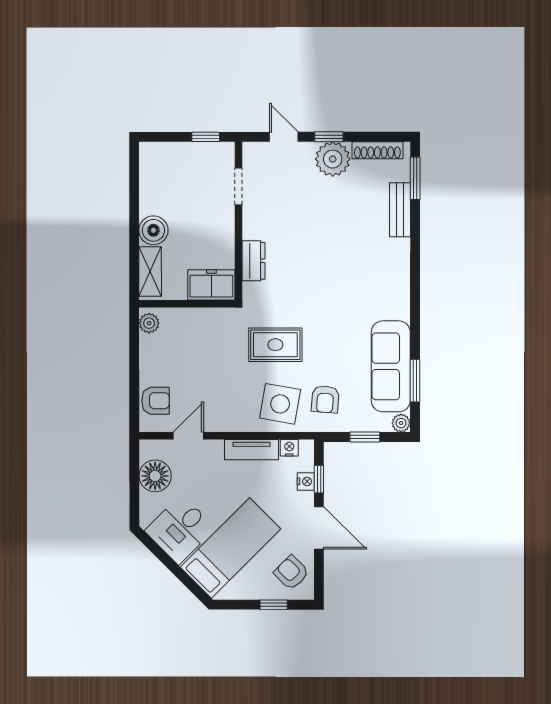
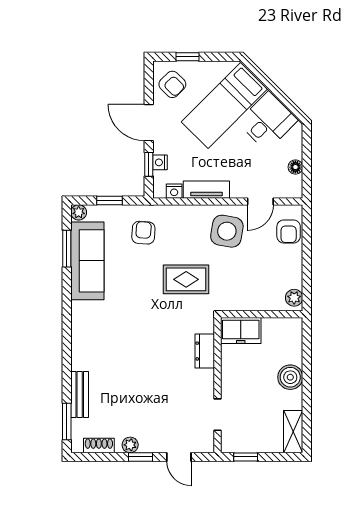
shoe rack: (377, 150) -> (99, 445), width x0.70
plant: (333, 159) -> (130, 445), width x0.53, depth x0.53
shelving: (150, 272) -> (293, 432), moved
armchair: (156, 401) -> (289, 231), turned -90
side table: (280, 404) -> (227, 231), moved
floor lamp: (155, 476) -> (295, 167), width x0.53, depth x0.53

